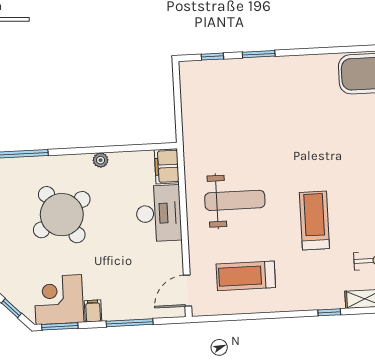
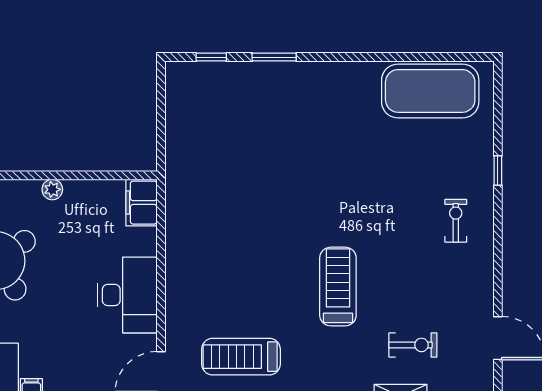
weight bench: (235, 200) -> (232, 254), removed
desk: (159, 213) -> (127, 295), moved

